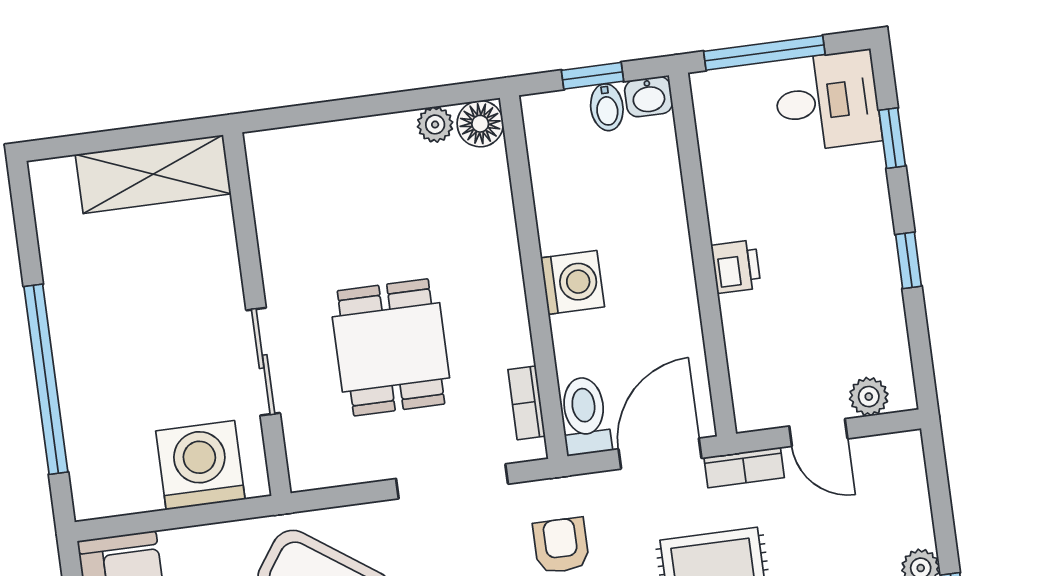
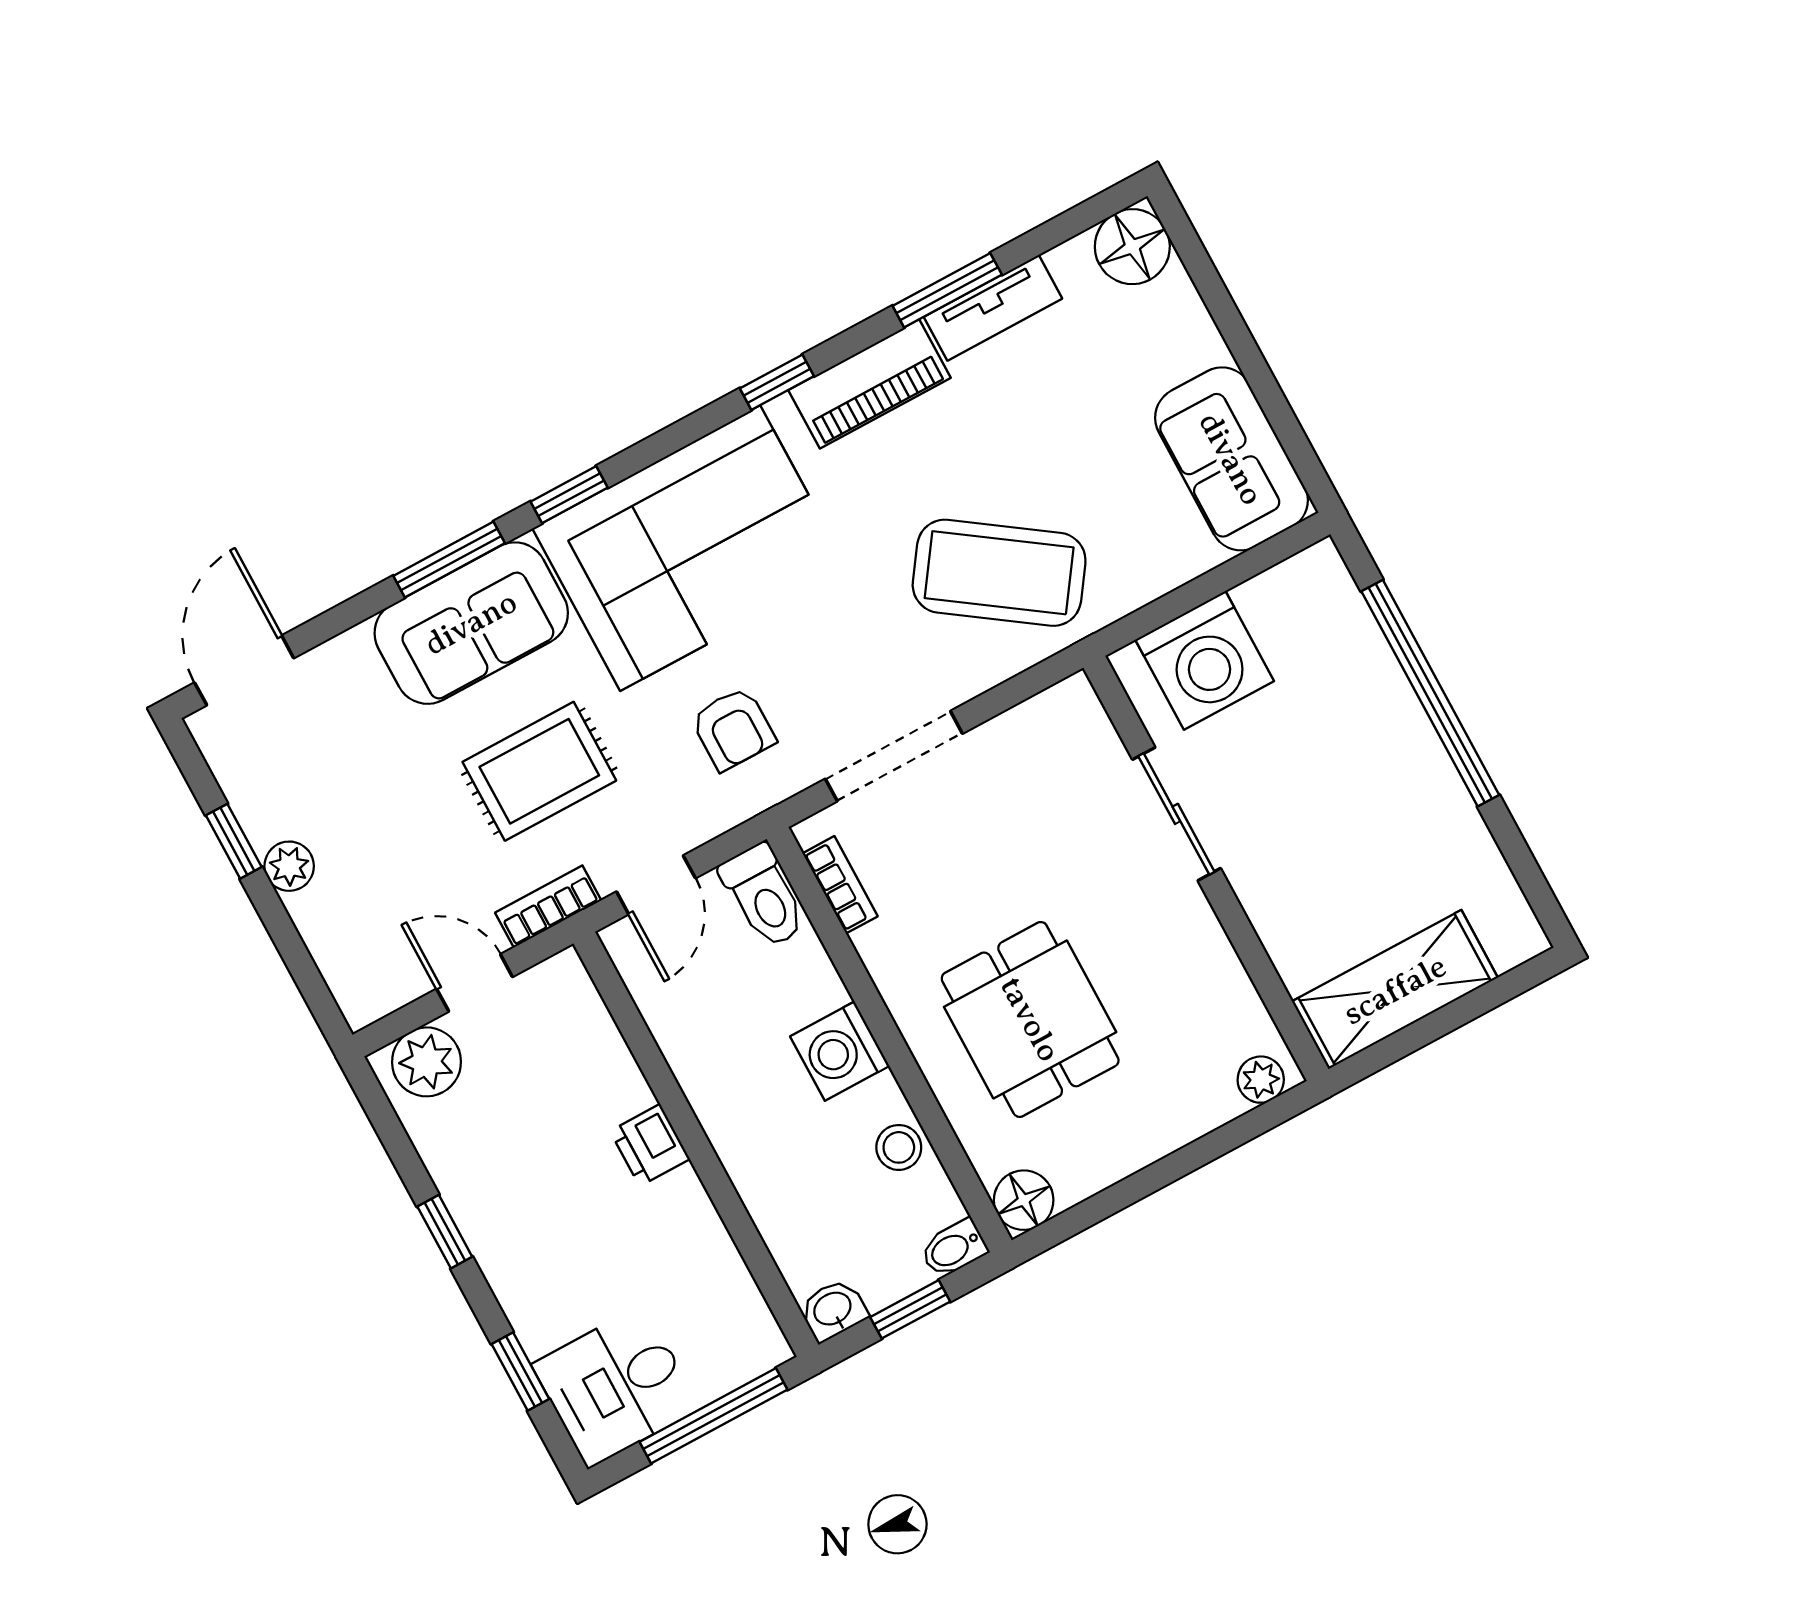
bidet: (607, 107) -> (954, 1248), moved, turned -90
plant: (435, 124) -> (1261, 1080), moved
stool: (556, 196) -> (899, 1147), added
dining table: (391, 347) -> (1030, 1019), moved
plant: (869, 397) -> (427, 1062), width x1.38, depth x1.38
door: (660, 454) -> (656, 885), width x0.73

